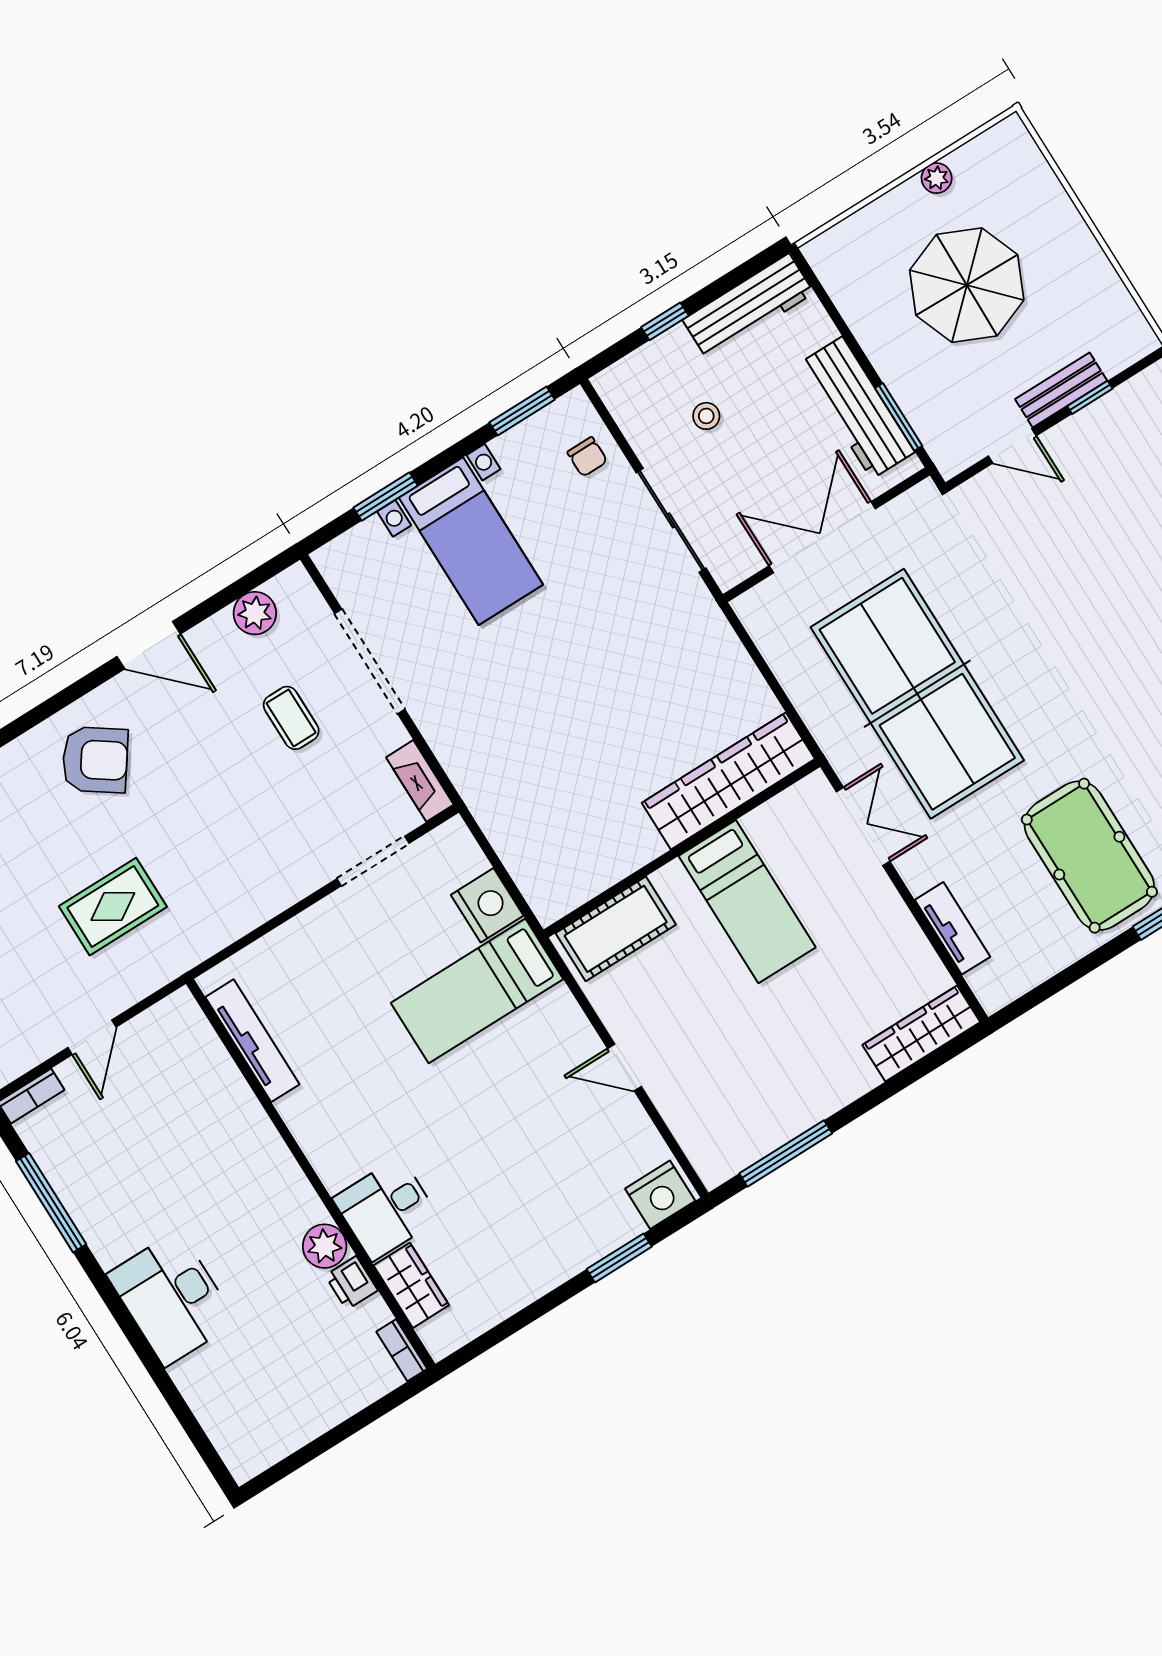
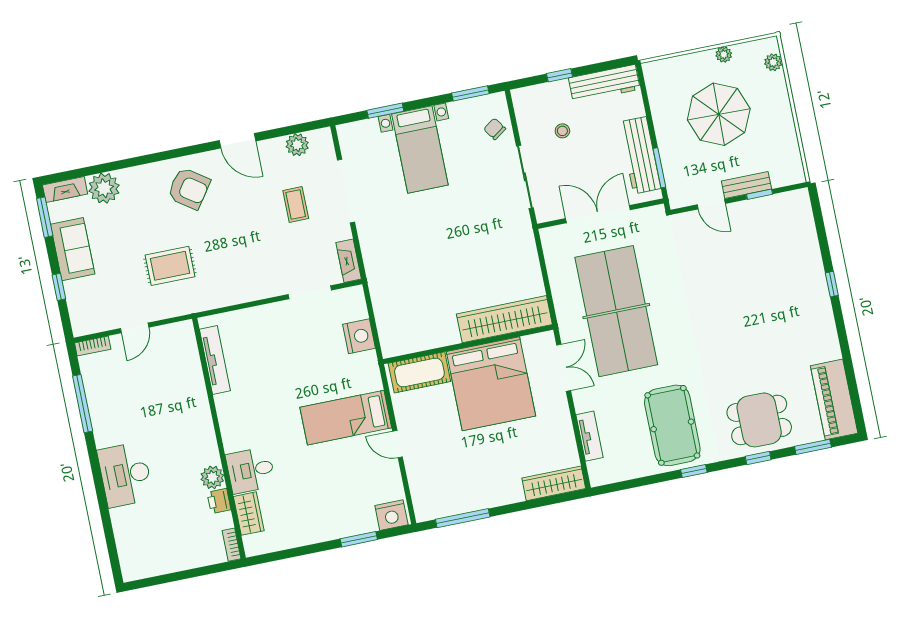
plant: (1028, 159) -> (773, 62), added
chair: (587, 457) -> (495, 129), turned 145
bed: (747, 902) -> (491, 384), width x2.04
bed: (477, 991) -> (346, 418), moved

